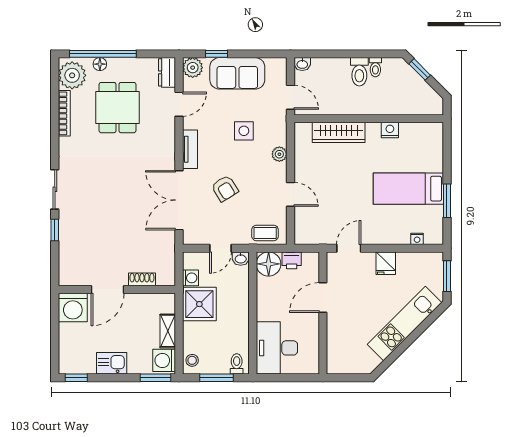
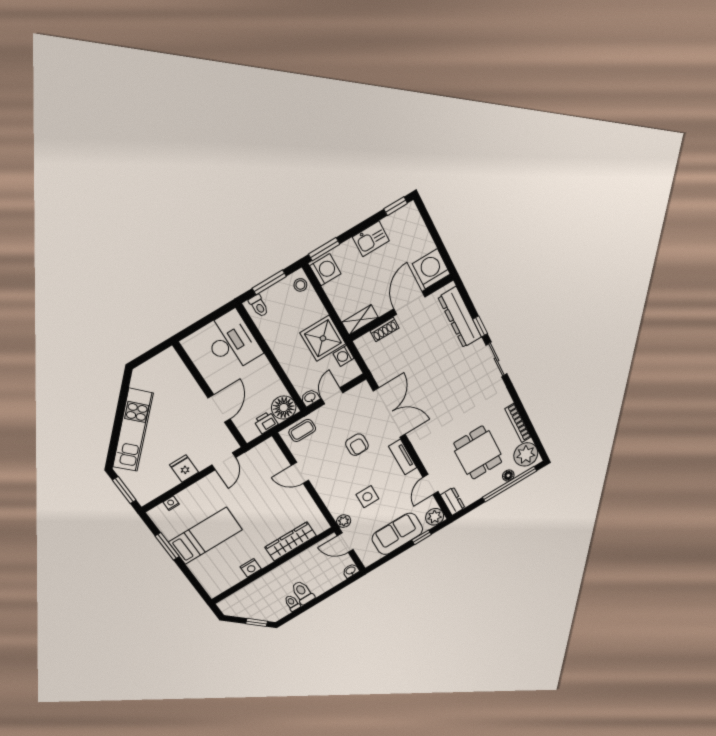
plant: (279, 154) -> (344, 521), moved
armchair: (225, 188) -> (357, 445), turned -148
dresser: (69, 249) -> (460, 317), added
shelving: (168, 331) -> (360, 320), moved, turned 90

